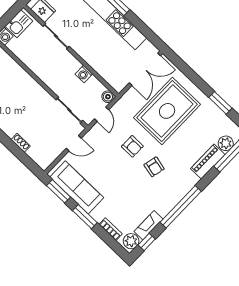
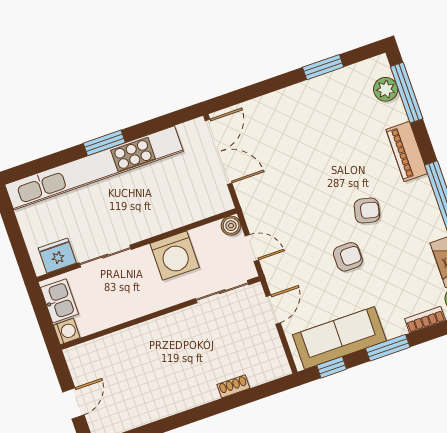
washing machine: (84, 74) -> (175, 256), width x1.89, depth x1.89
rug: (167, 111) -> (295, 151), removed
armchair: (132, 146) -> (348, 257), moved
piano: (208, 162) -> (407, 151), moved
window: (58, 191) -> (332, 367), width x0.67

